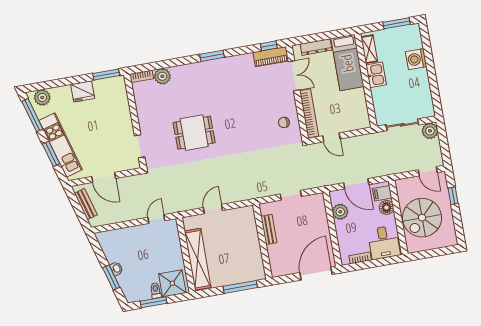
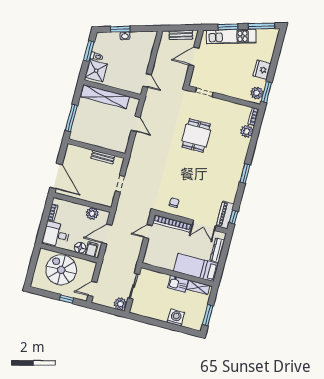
plant: (42, 97) -> (257, 93), moved

